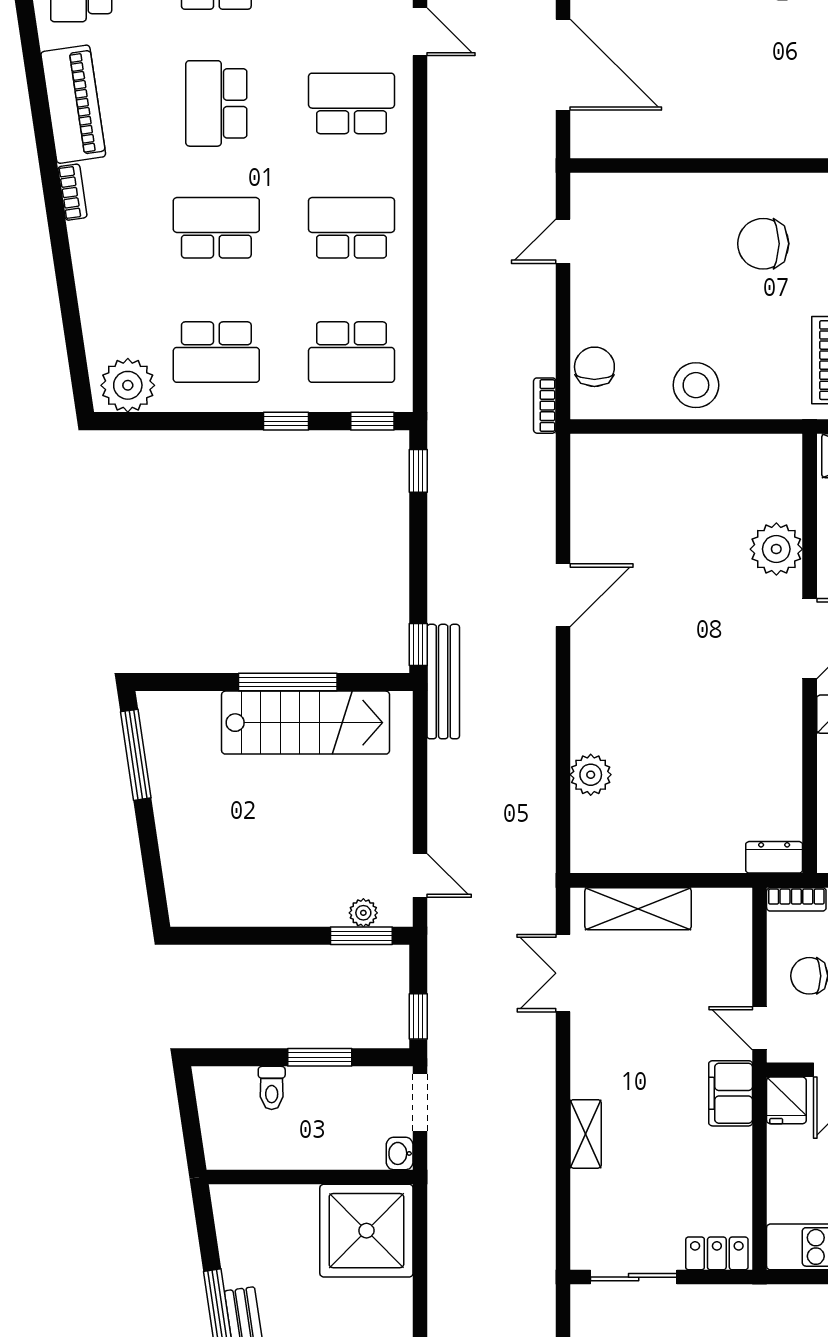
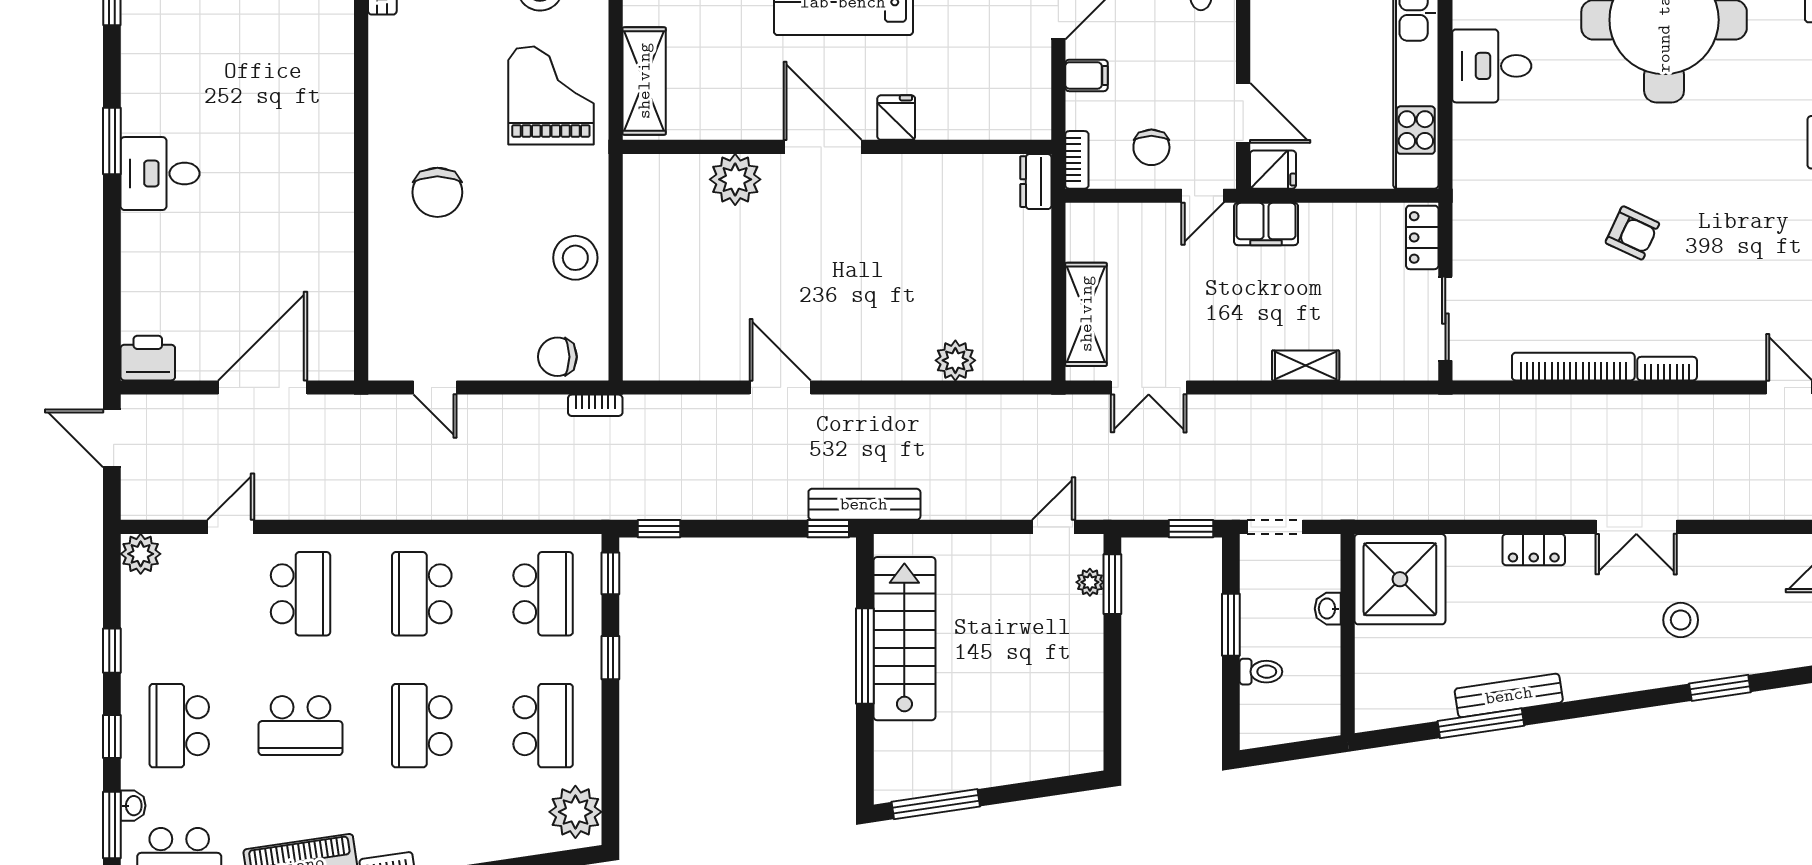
school desk: (351, 103) -> (301, 594), turned 180
washbasin: (400, 1153) -> (1328, 609), moved, turned 90

